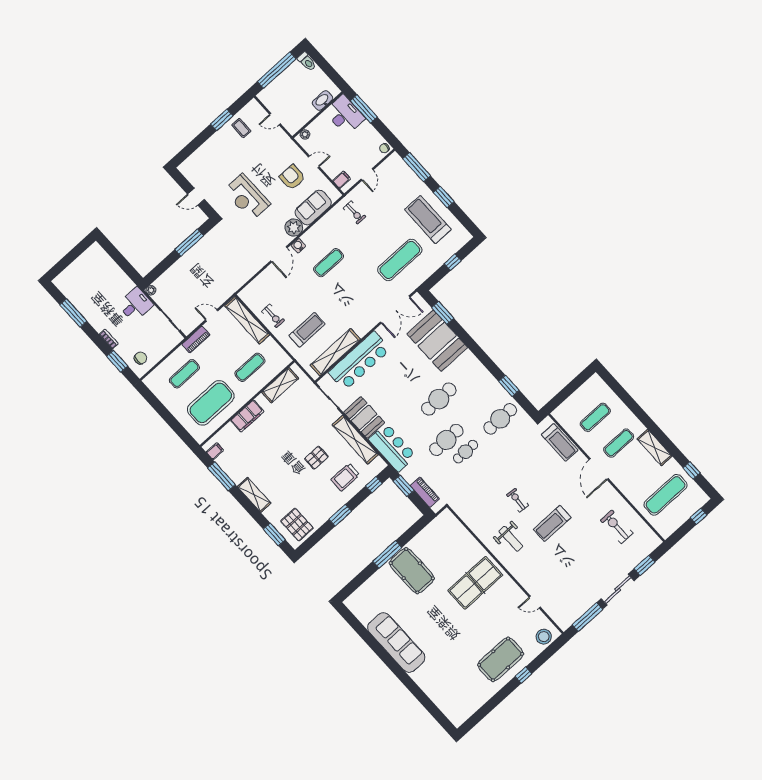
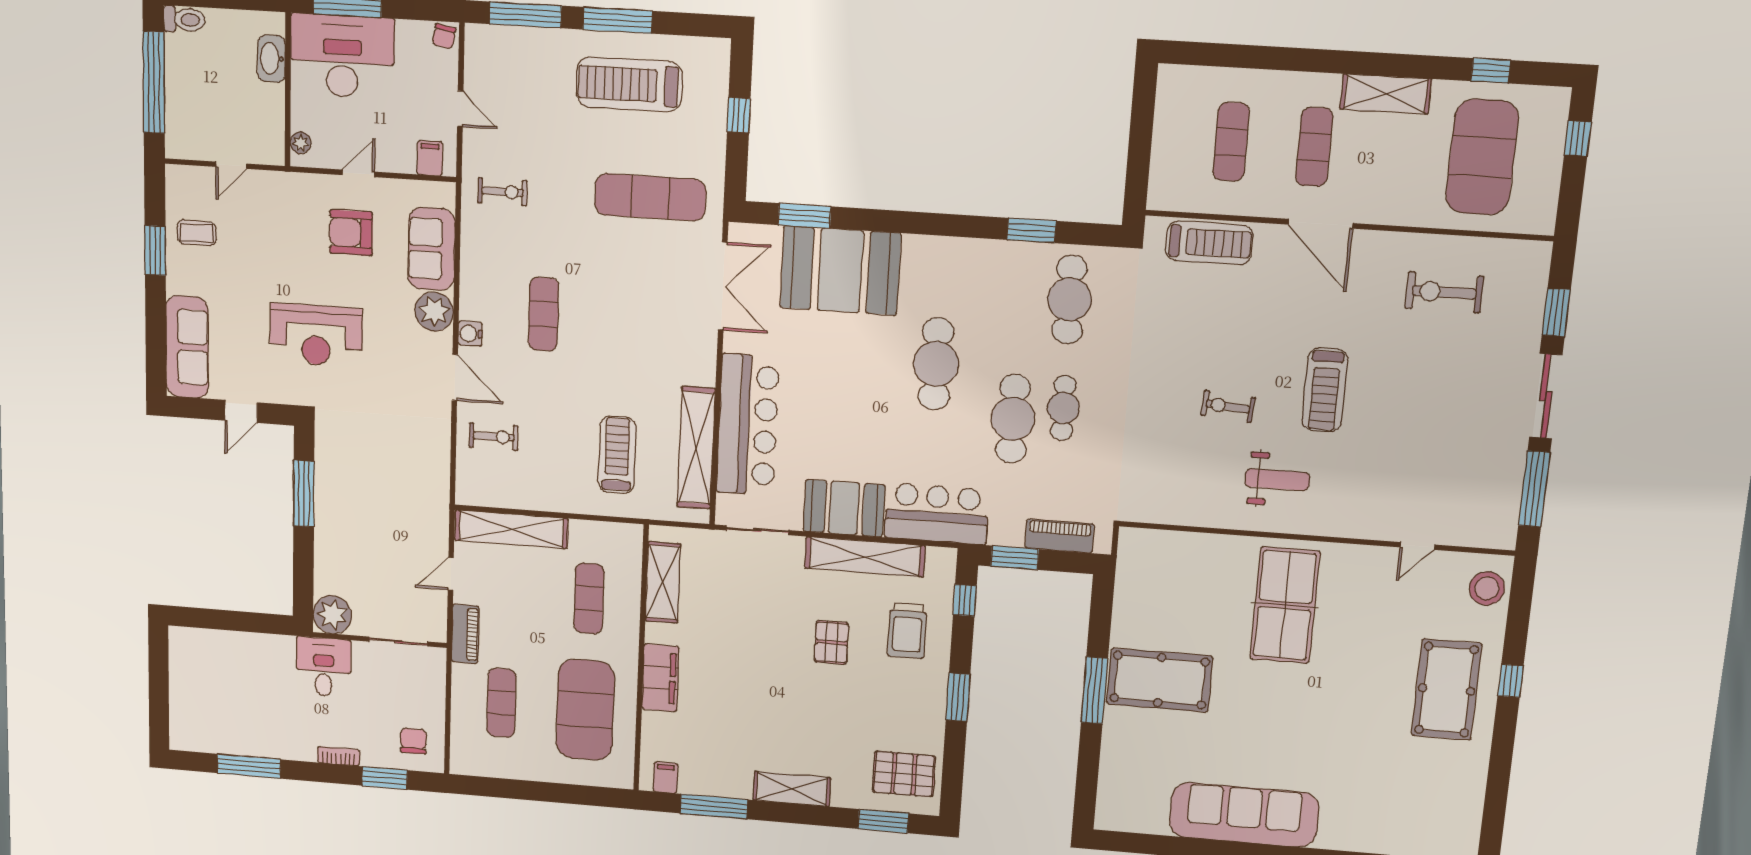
desk: (345, 115) -> (342, 56), width x1.36, depth x1.30
sofa: (200, 159) -> (187, 347), added
window: (444, 197) -> (617, 20), width x1.44
exercise mat: (400, 260) -> (650, 197), turned 90
plant: (151, 290) -> (332, 615), width x1.88, depth x1.88
exercise bike: (273, 316) -> (494, 437), moved
exercise mat: (666, 495) -> (1482, 157), width x1.47

